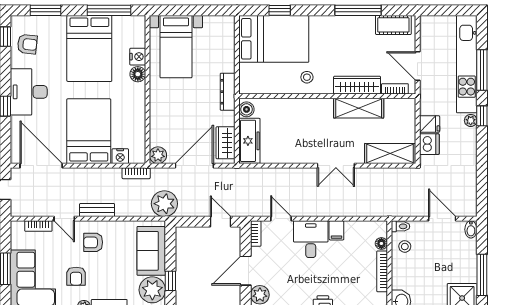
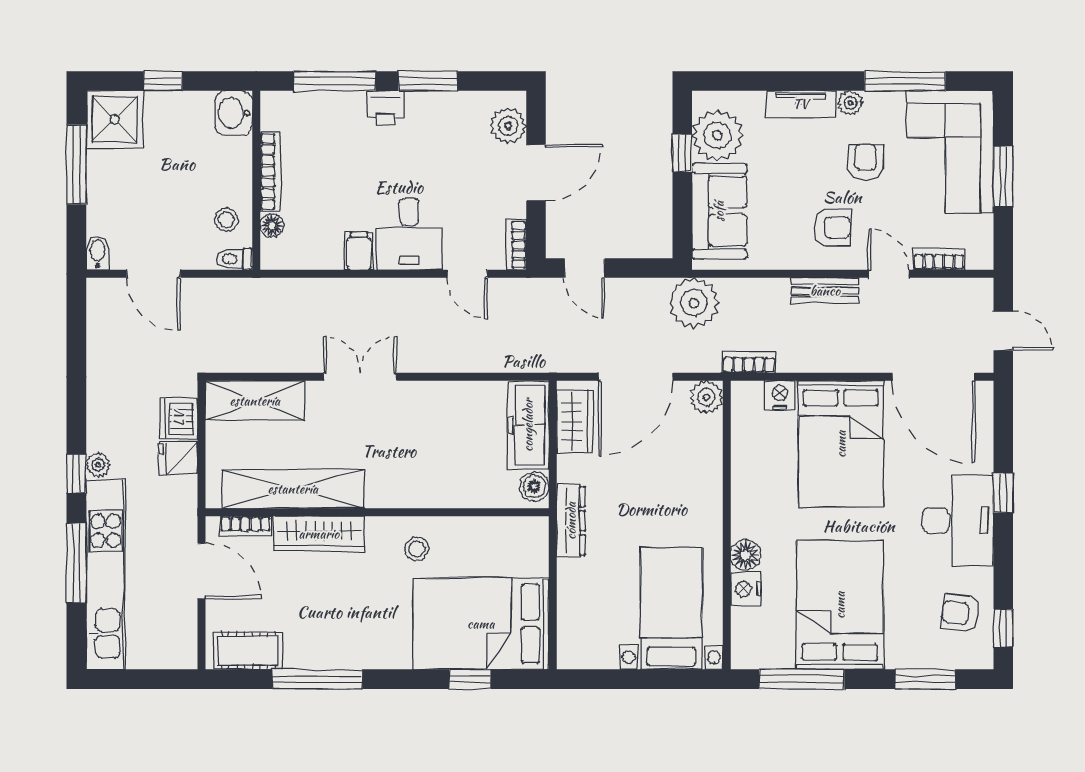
shelving: (359, 108) -> (293, 489), width x1.47

